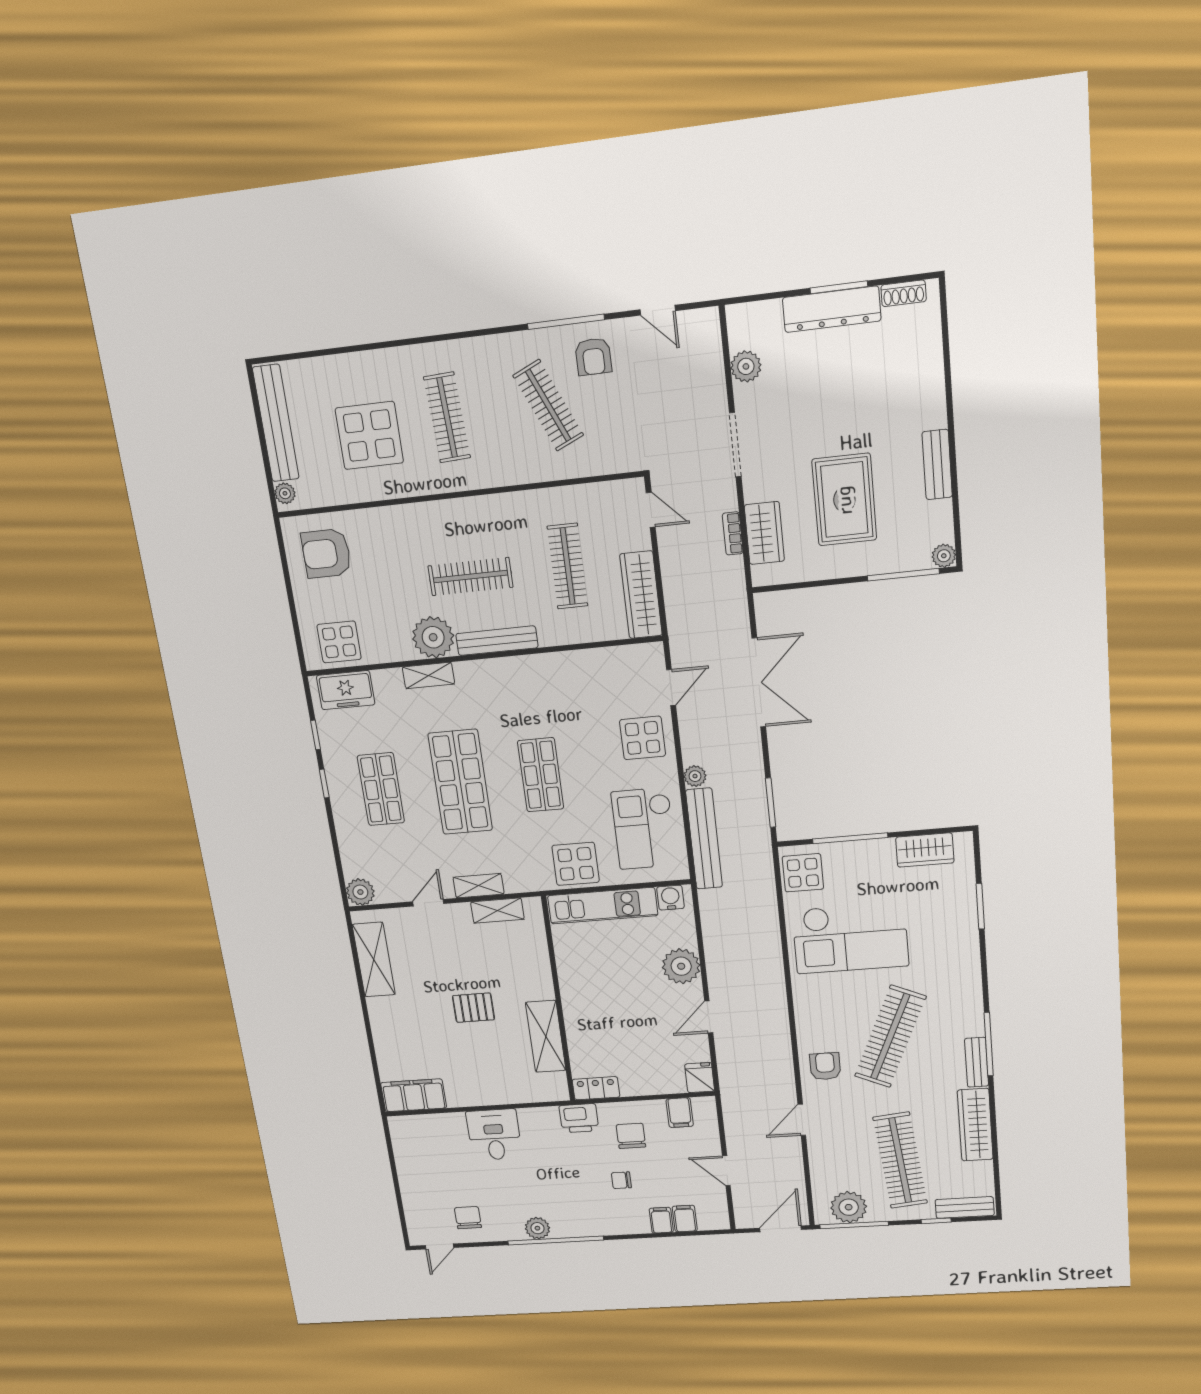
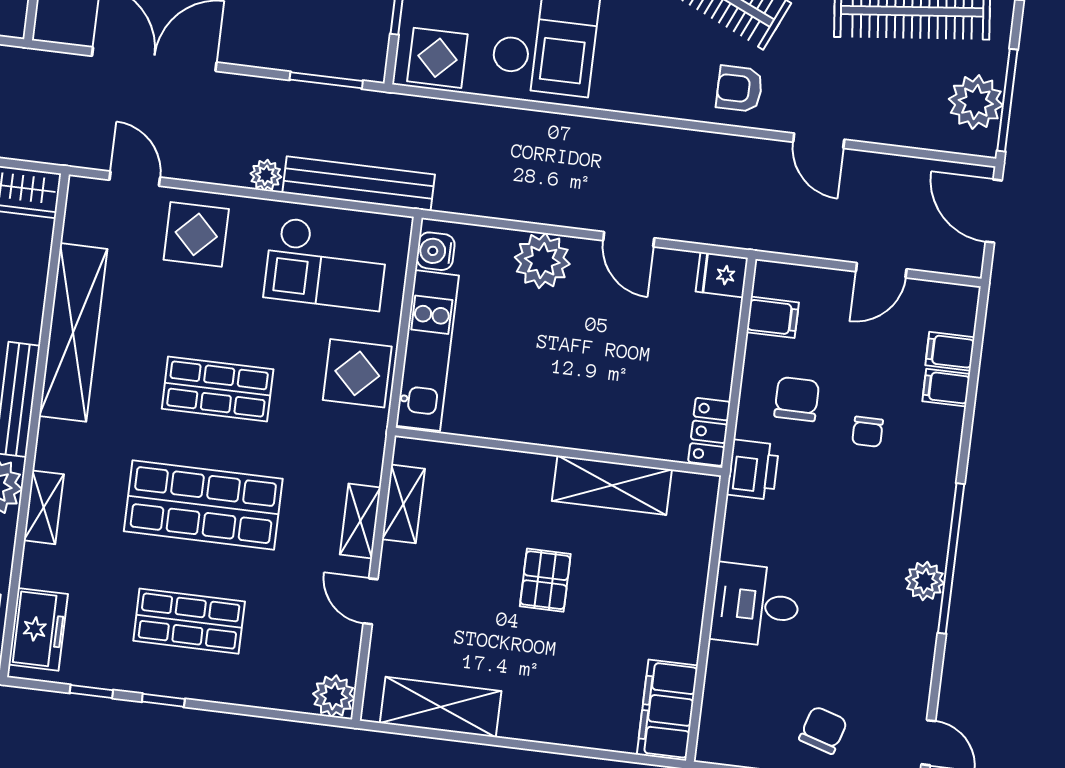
shelving: (553, 669) -> (73, 332), added
chair: (631, 1136) -> (797, 399), turned 90
chair: (468, 1218) -> (823, 730), moved, turned 107

